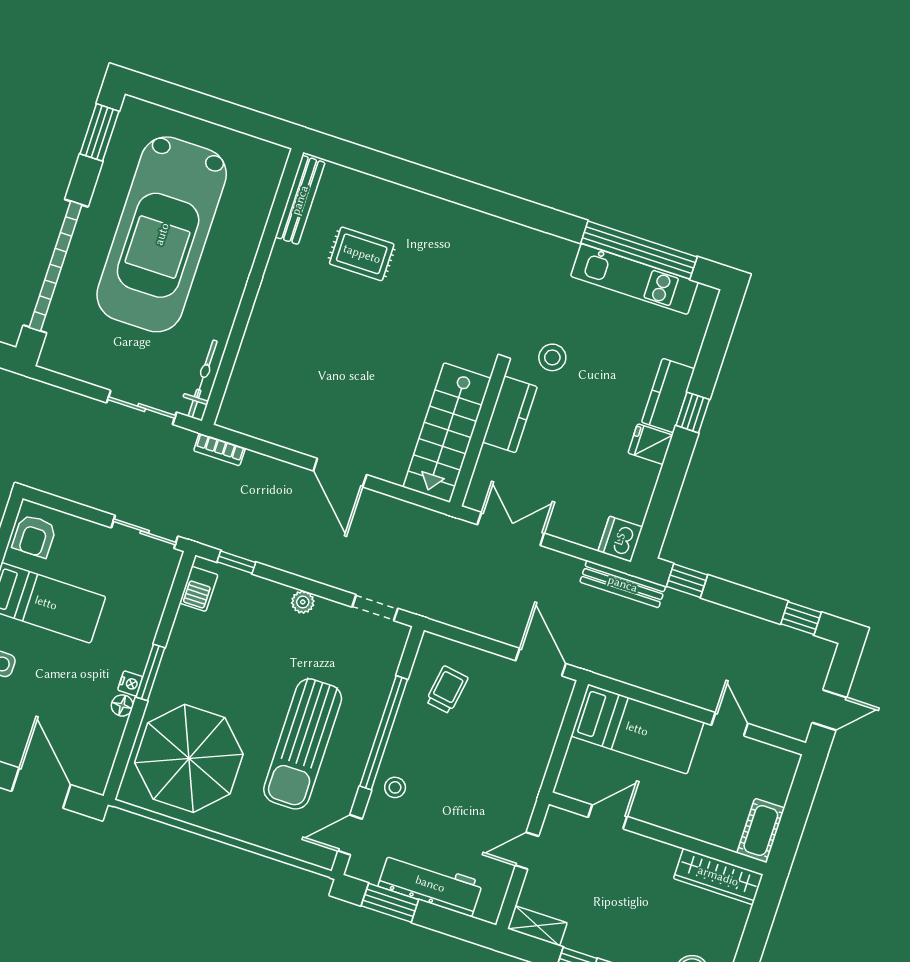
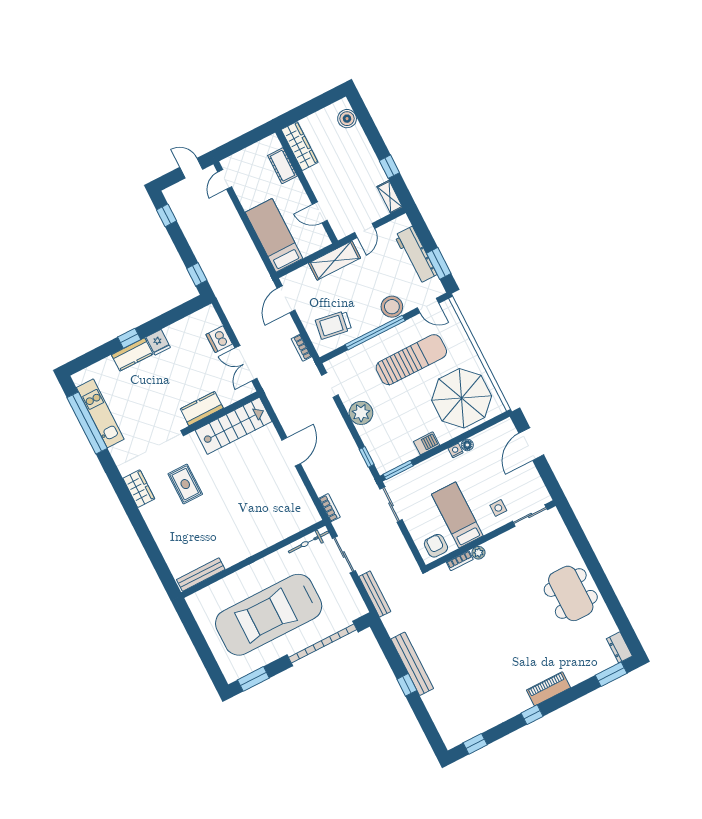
wardrobe: (489, 231) -> (139, 489), added
car: (162, 234) -> (269, 615), turned 180
rug: (362, 254) -> (185, 484), moved
stool: (552, 357) -> (163, 414), removed
armchair: (34, 536) -> (436, 546), turned -90
dishwasher: (620, 539) -> (219, 339), moved, turned 90
bench: (623, 584) -> (375, 594), moved
barbecue: (199, 589) -> (427, 443), moved
plant: (303, 602) -> (361, 413), width x1.88, depth x1.88
bookcase: (459, 619) -> (301, 348), added
window: (150, 672) -> (398, 470), moved
trolley: (447, 690) -> (334, 325), width x1.36, depth x1.39
door: (730, 724) -> (225, 179), moved
shelving: (528, 774) -> (335, 261), added
stool: (395, 787) -> (392, 307), width x1.89, depth x1.89
cot: (761, 831) -> (282, 166), moved, turned 90
door: (527, 851) -> (365, 230), hinge flipped

